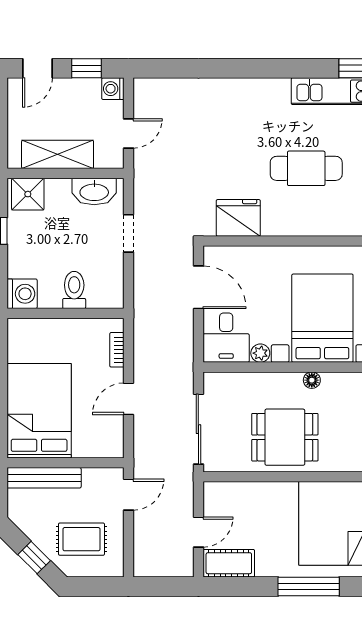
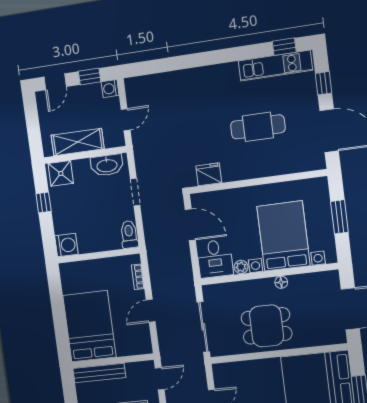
fridge: (238, 218) -> (209, 174), width x0.73, depth x0.75
toilet: (74, 290) -> (129, 234), moved

